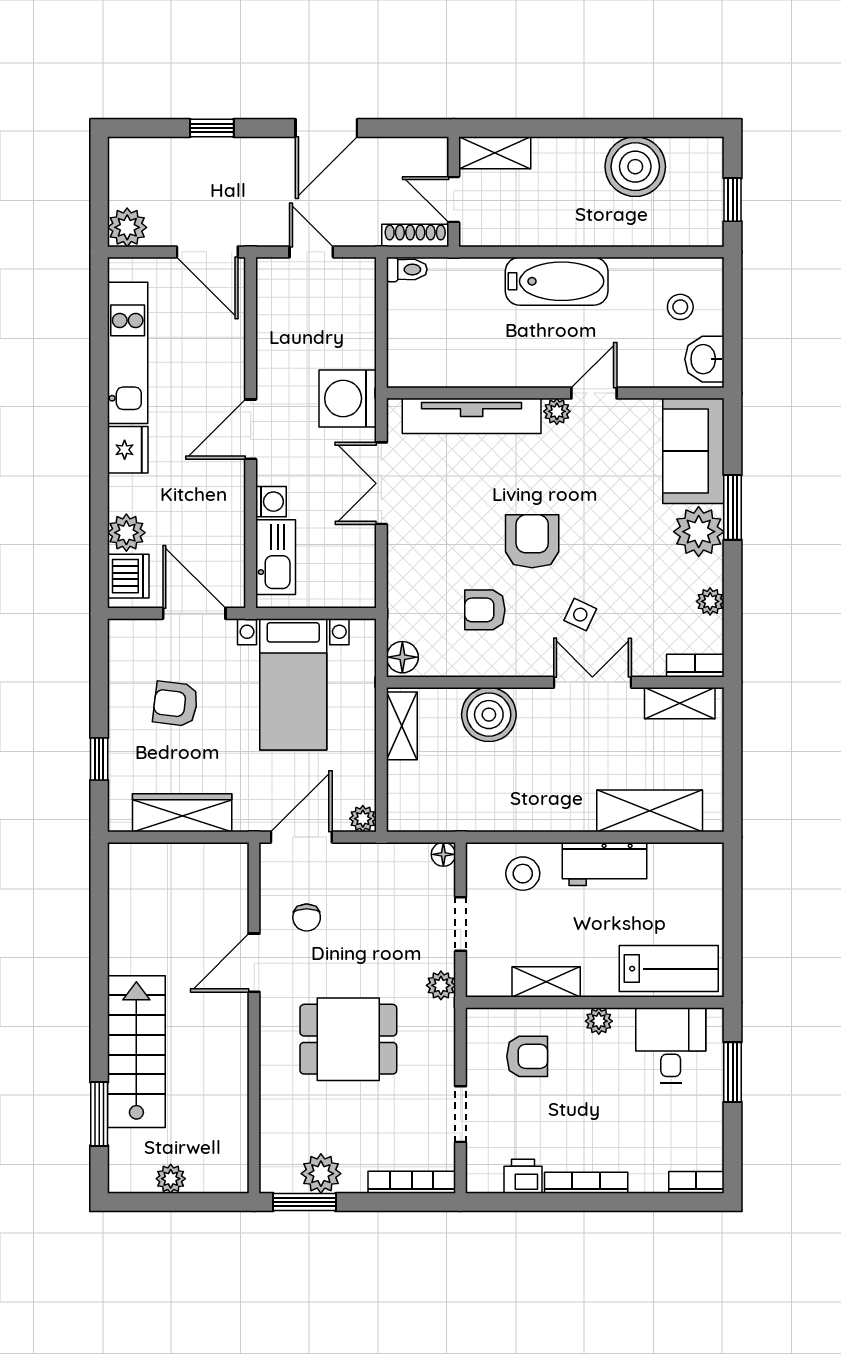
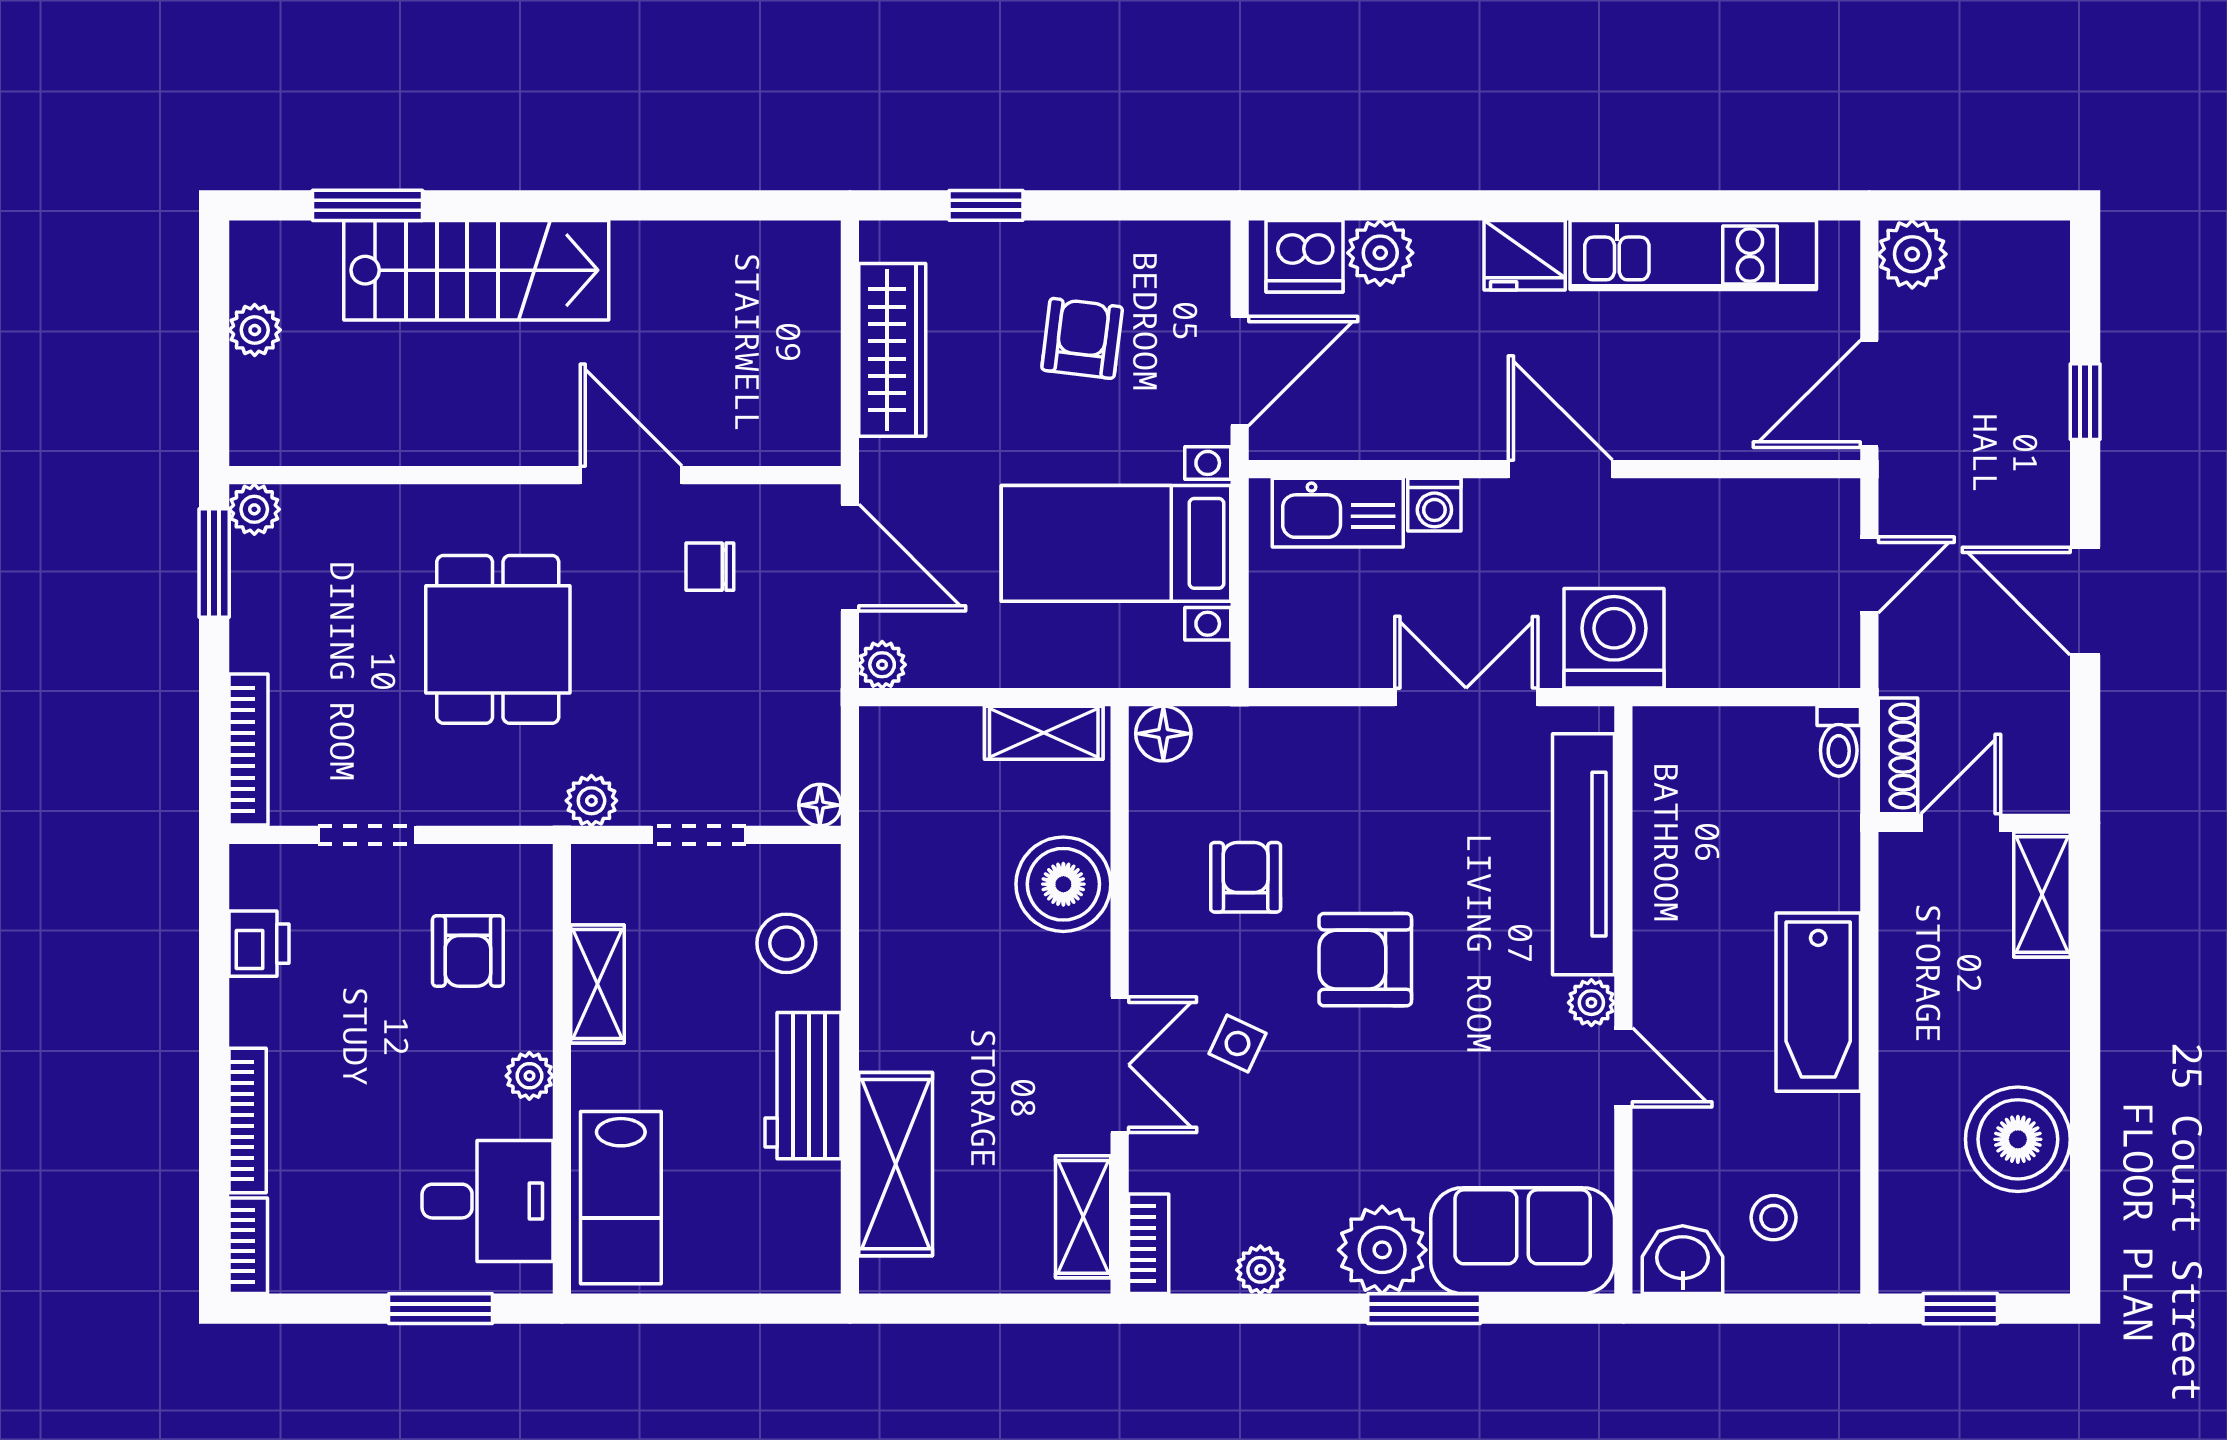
armchair: (532, 541) -> (1365, 960), turned 180
plant: (321, 1174) -> (254, 509), moved, width x0.73, depth x0.73
bookcase: (586, 1183) -> (248, 1121), moved

